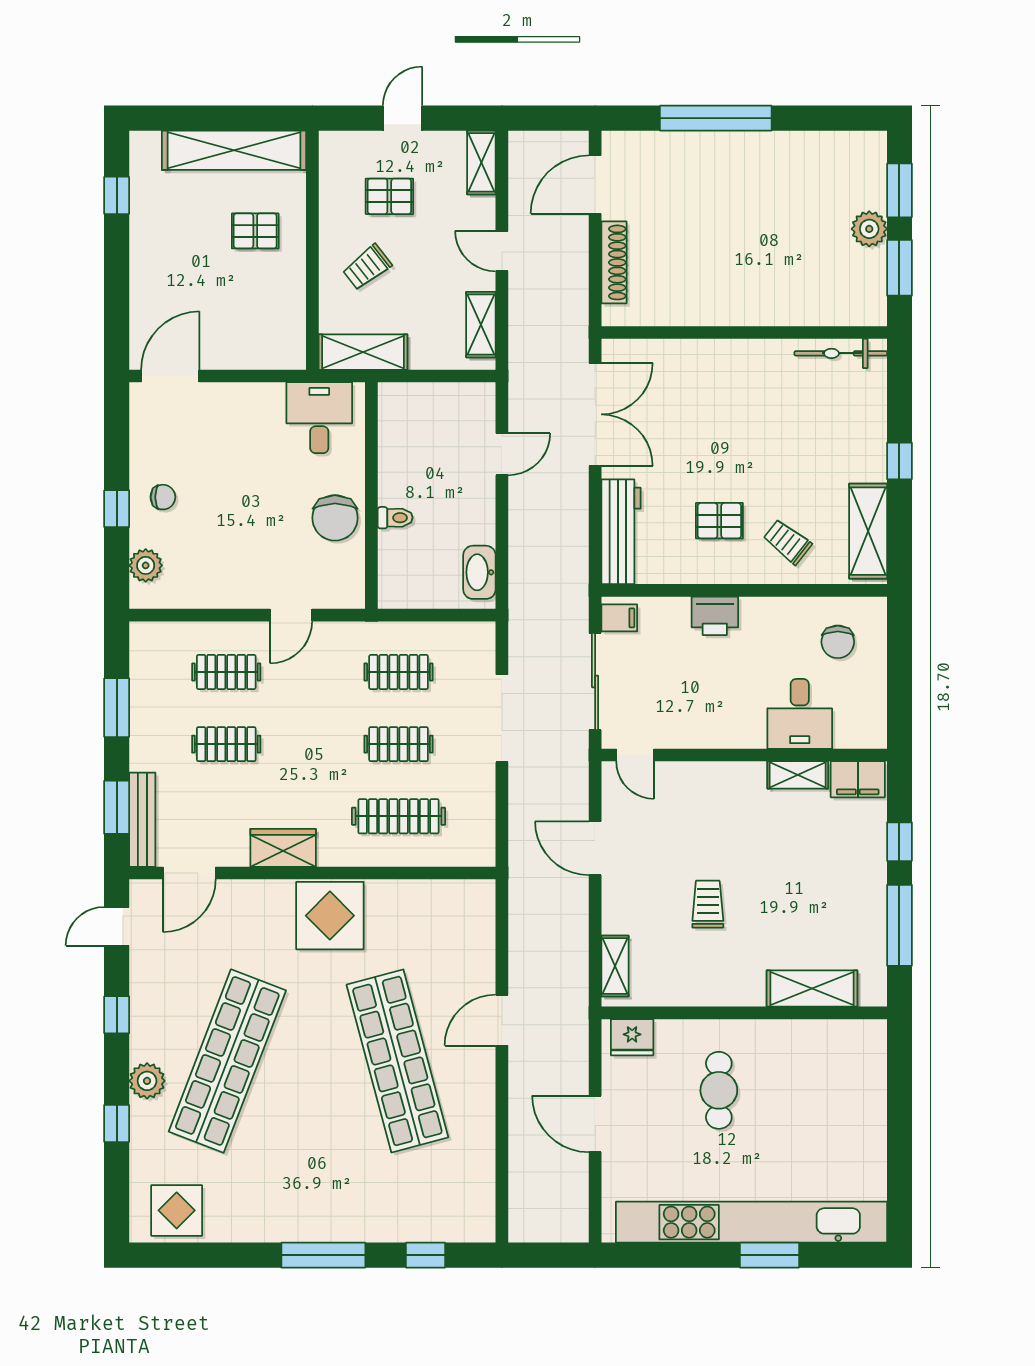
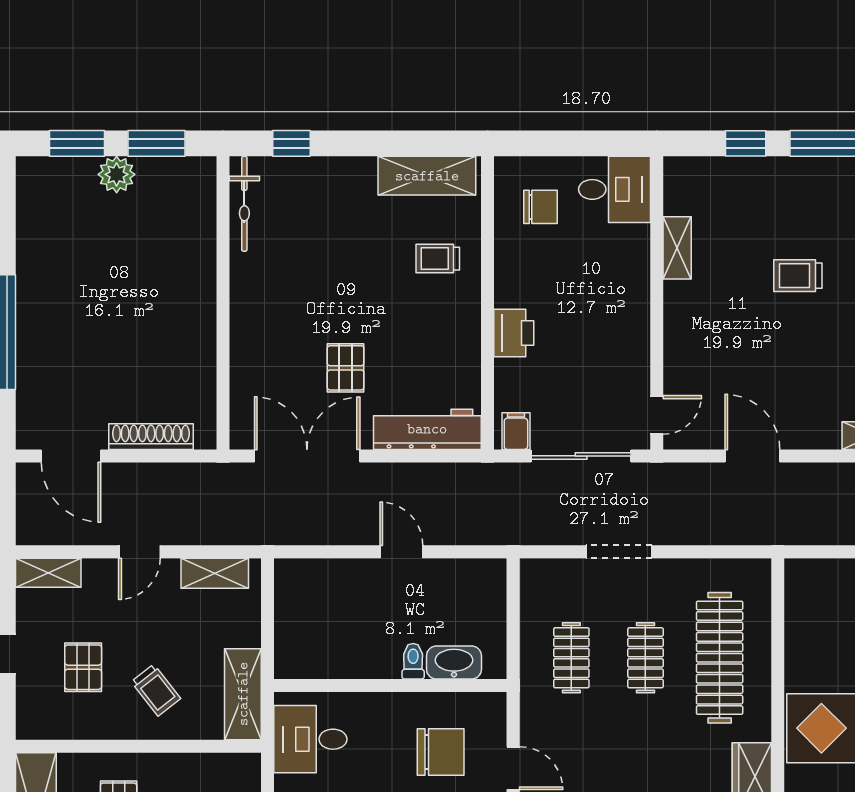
door: (502, 454) -> (401, 552), moved
window: (899, 461) -> (291, 143), moved
chair: (335, 518) -> (441, 752), moved
pallet: (719, 521) -> (346, 368), moved
trolley: (787, 542) -> (438, 259), turned 52
washbasin: (479, 572) -> (454, 663), moved, turned 180
desk: (800, 714) -> (614, 189), moved
doorway: (502, 718) -> (619, 552), width x0.73
filing cabinet: (858, 779) -> (682, 186), removed
clothes rail: (399, 816) -> (720, 658), width x1.37, depth x1.31
door: (595, 848) -> (752, 456), swing flipped
trolley: (708, 904) -> (798, 276), moved

